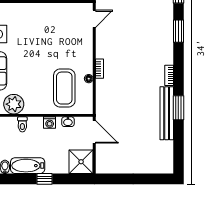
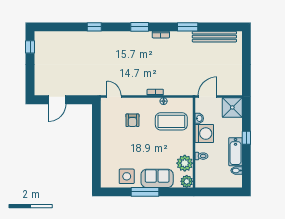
window: (178, 31) -> (140, 27), moved
armchair: (66, 41) -> (132, 120), added
bench: (167, 113) -> (214, 37), moved
washing machine: (50, 123) -> (204, 134), width x1.89, depth x1.89

